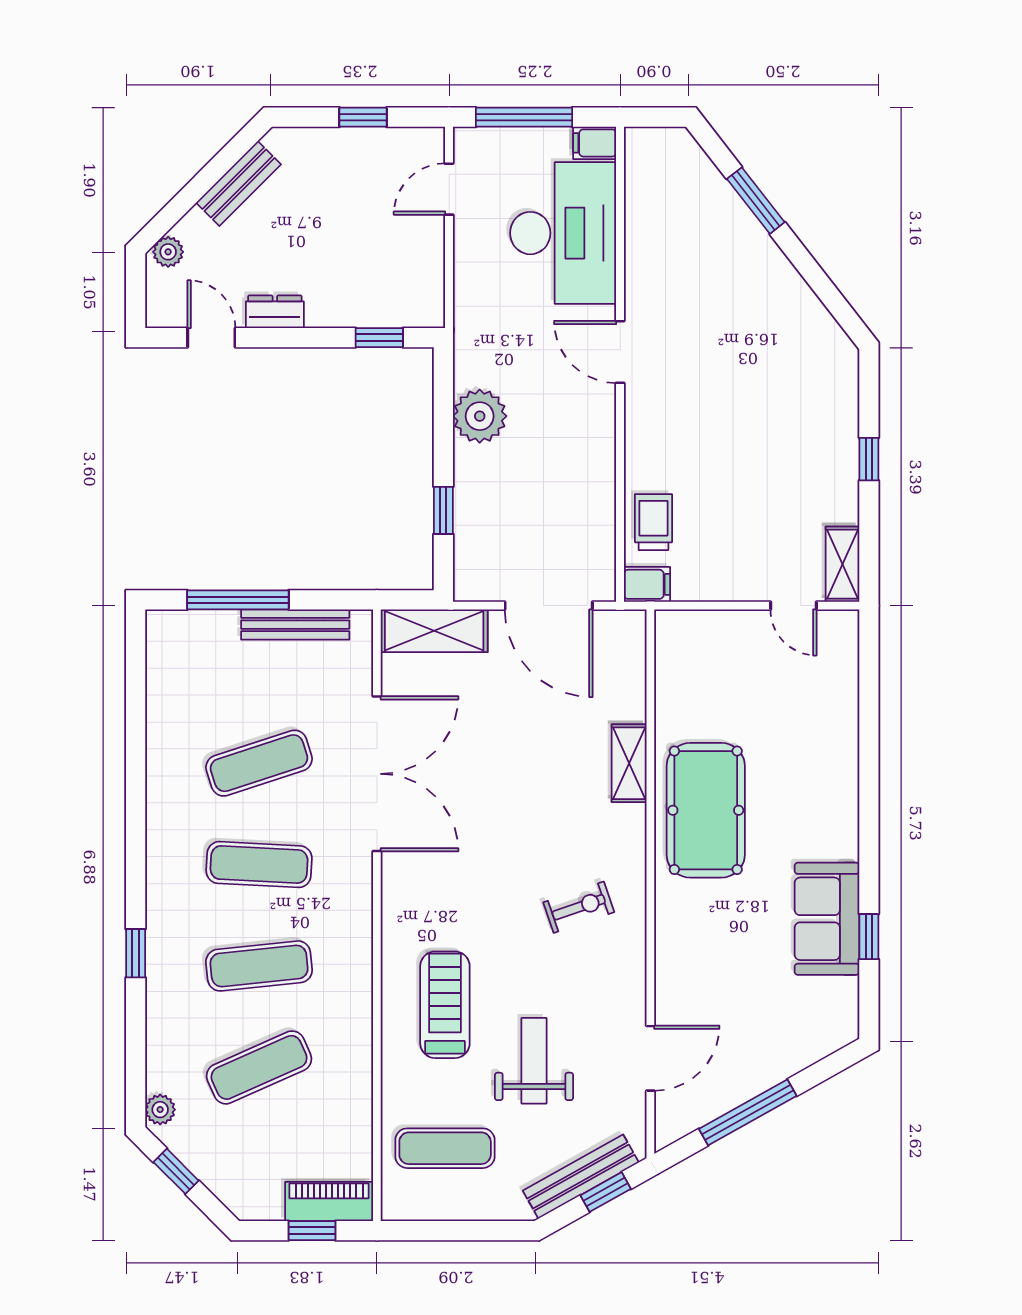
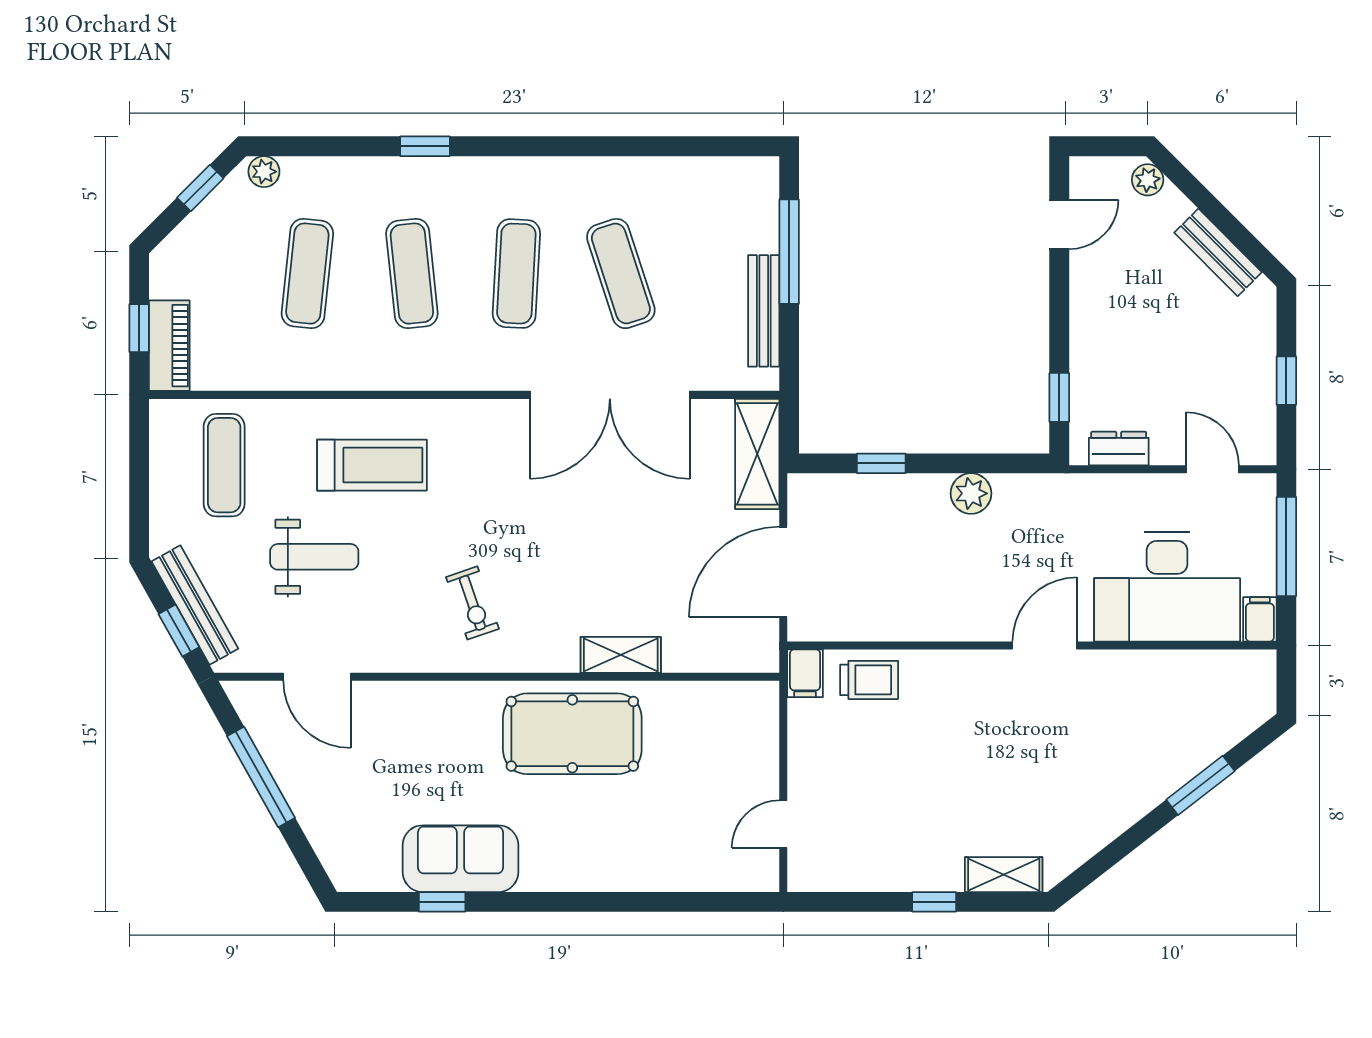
dresser: (275, 312) -> (1119, 449), moved, turned -90
plant: (480, 416) -> (971, 493), width x0.73, depth x0.73
shelving: (843, 564) -> (1004, 875), moved
exercise mat: (259, 1067) -> (307, 274), turned 30

